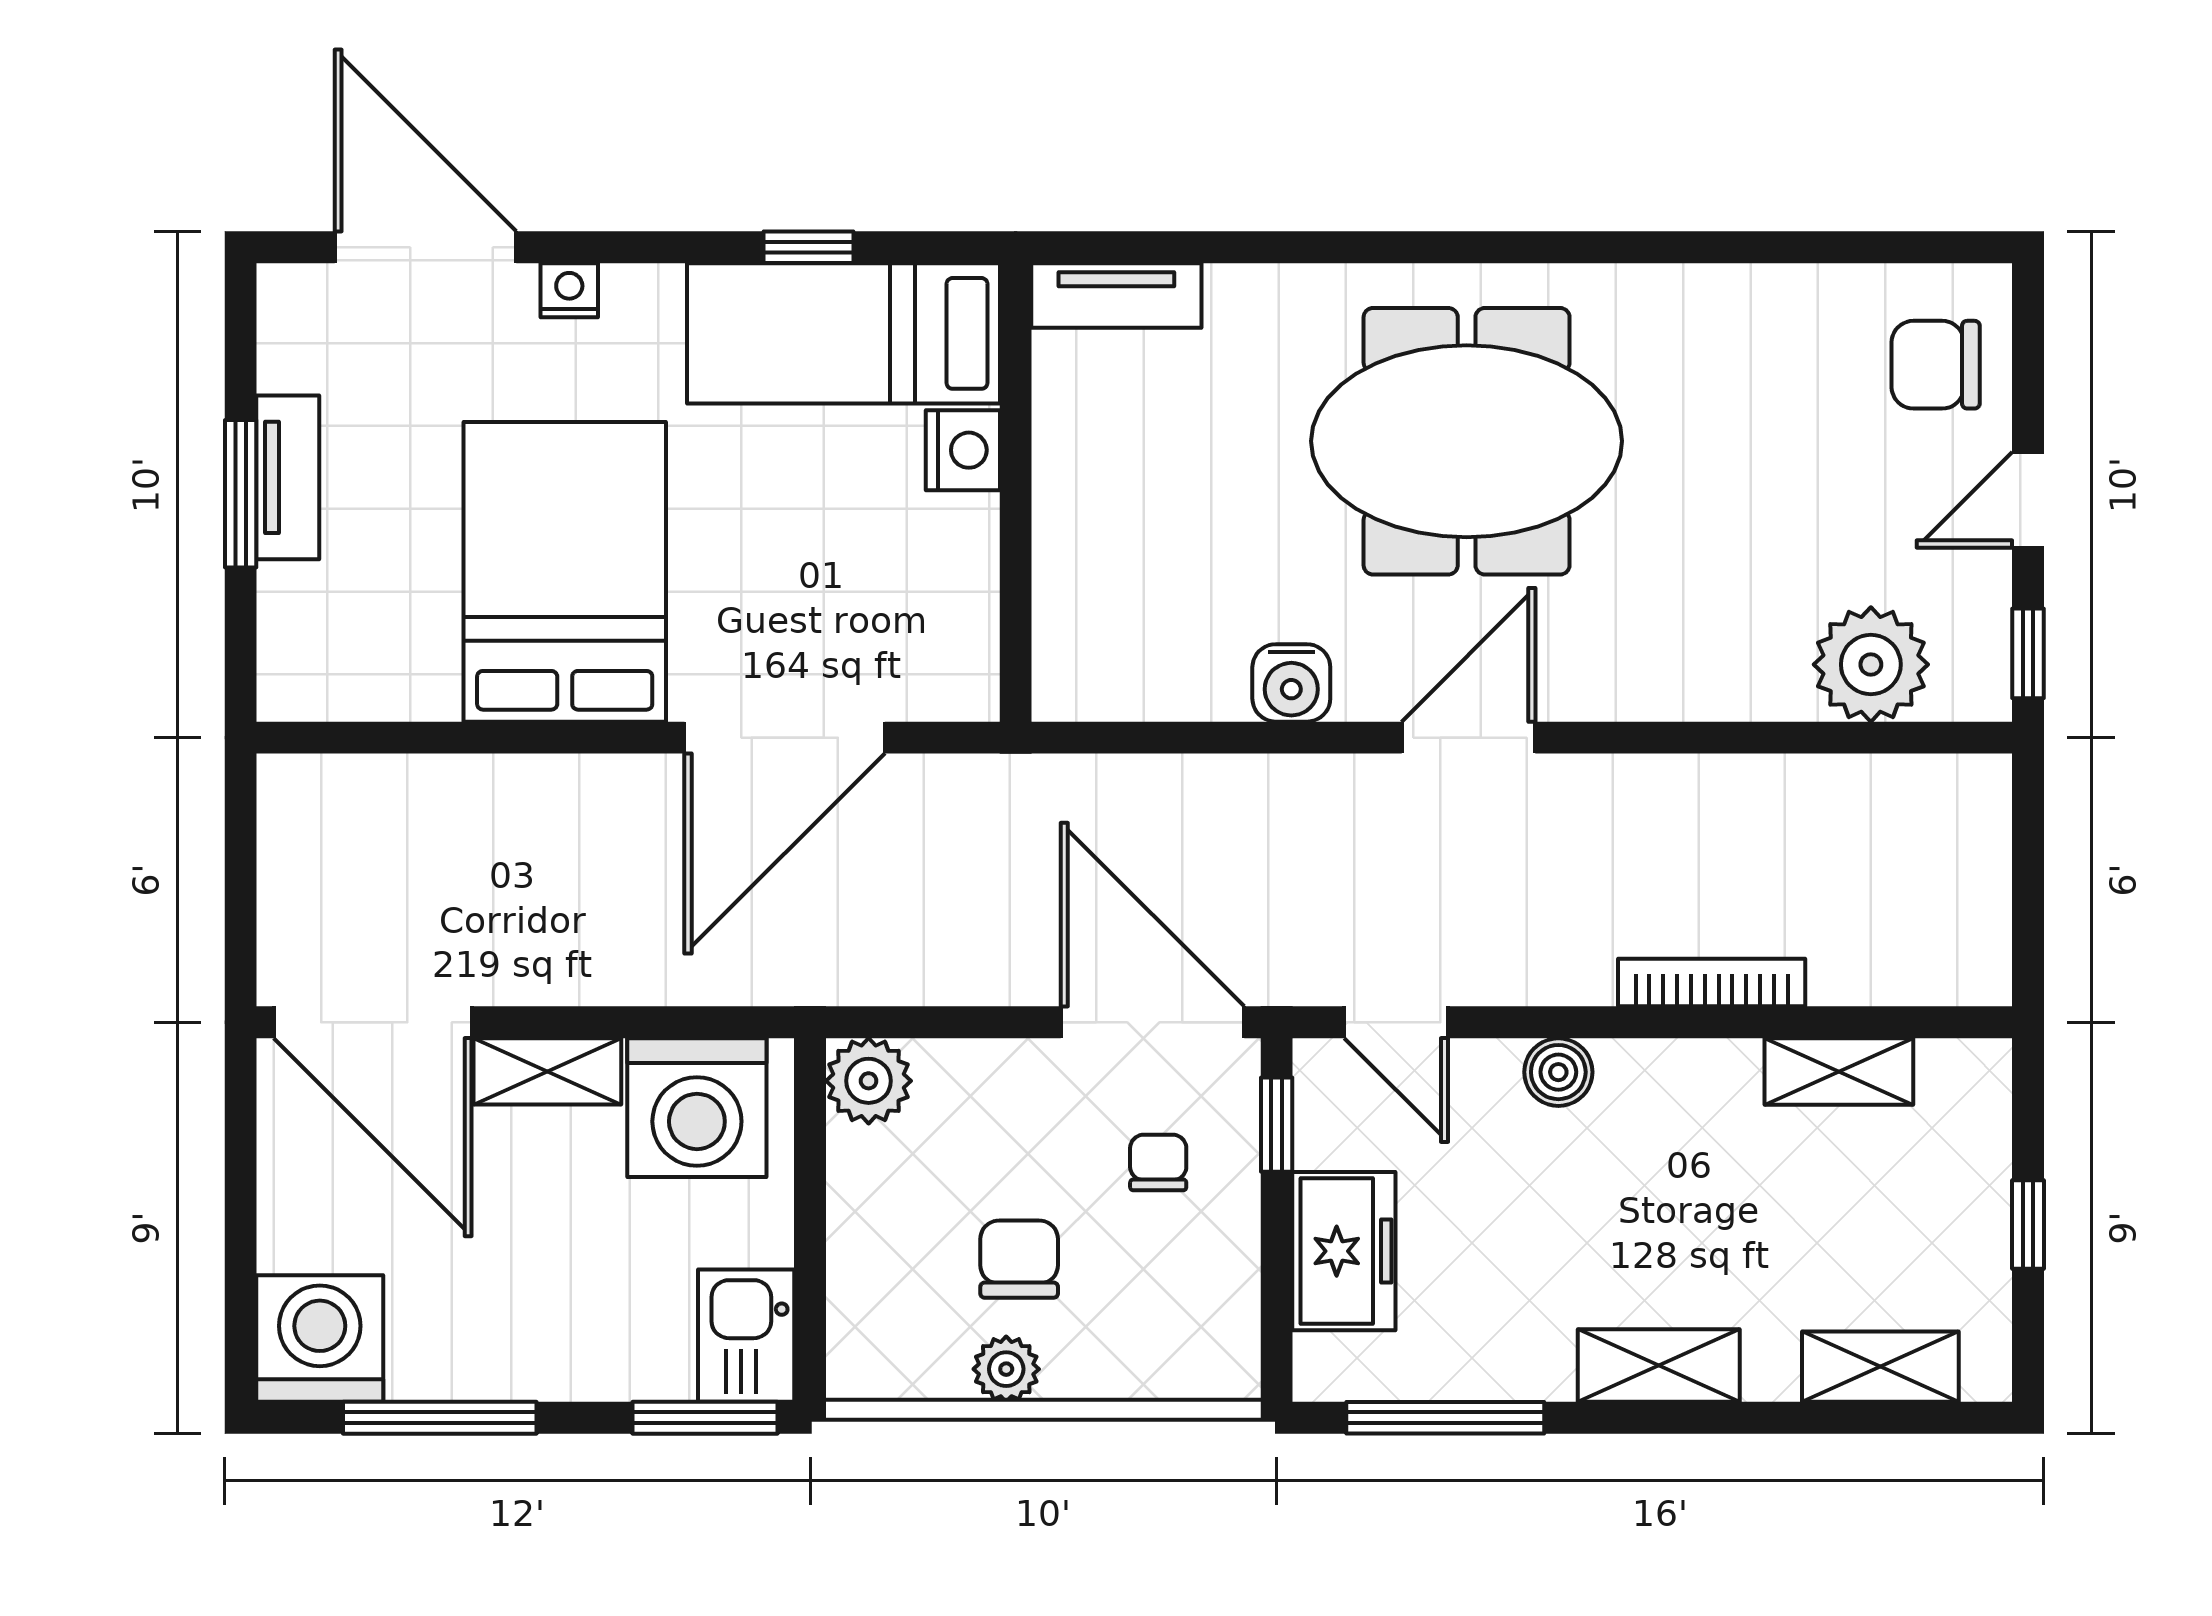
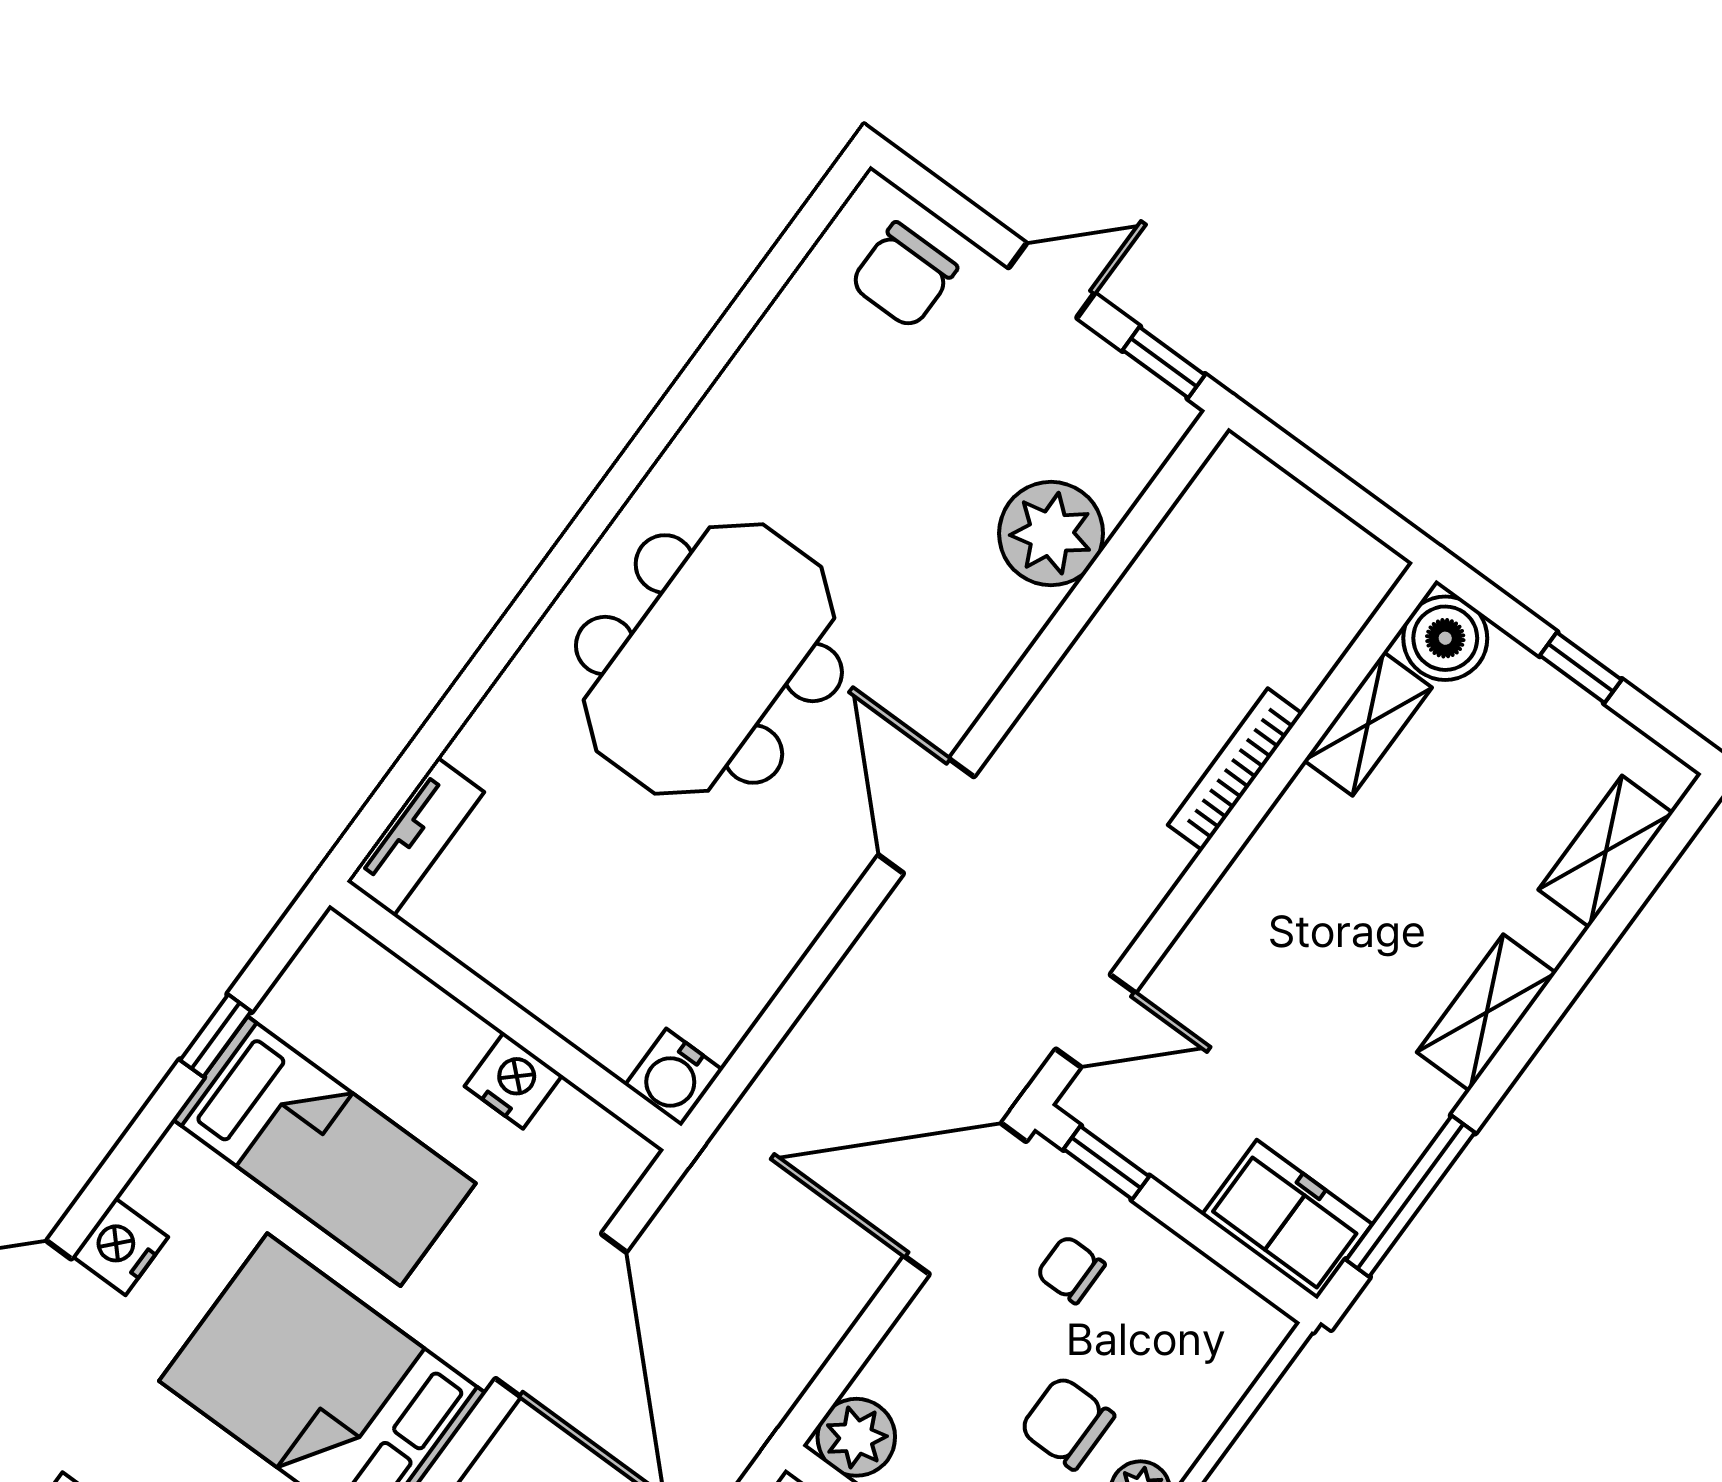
nightstand: (569, 290) -> (120, 1247), width x1.39, depth x1.35
bed: (844, 333) -> (324, 1151), moved, turned -90
nightstand: (963, 450) -> (514, 1081), moved
door: (2028, 500) -> (1052, 280), swing flipped
plant: (1871, 664) -> (1051, 534), moved
water cooler: (1291, 683) -> (674, 1077), moved, turned 90
boiler: (1558, 1072) -> (1445, 638), moved, width x1.36, depth x1.36
freezer: (1344, 1251) -> (1287, 1219), moved

